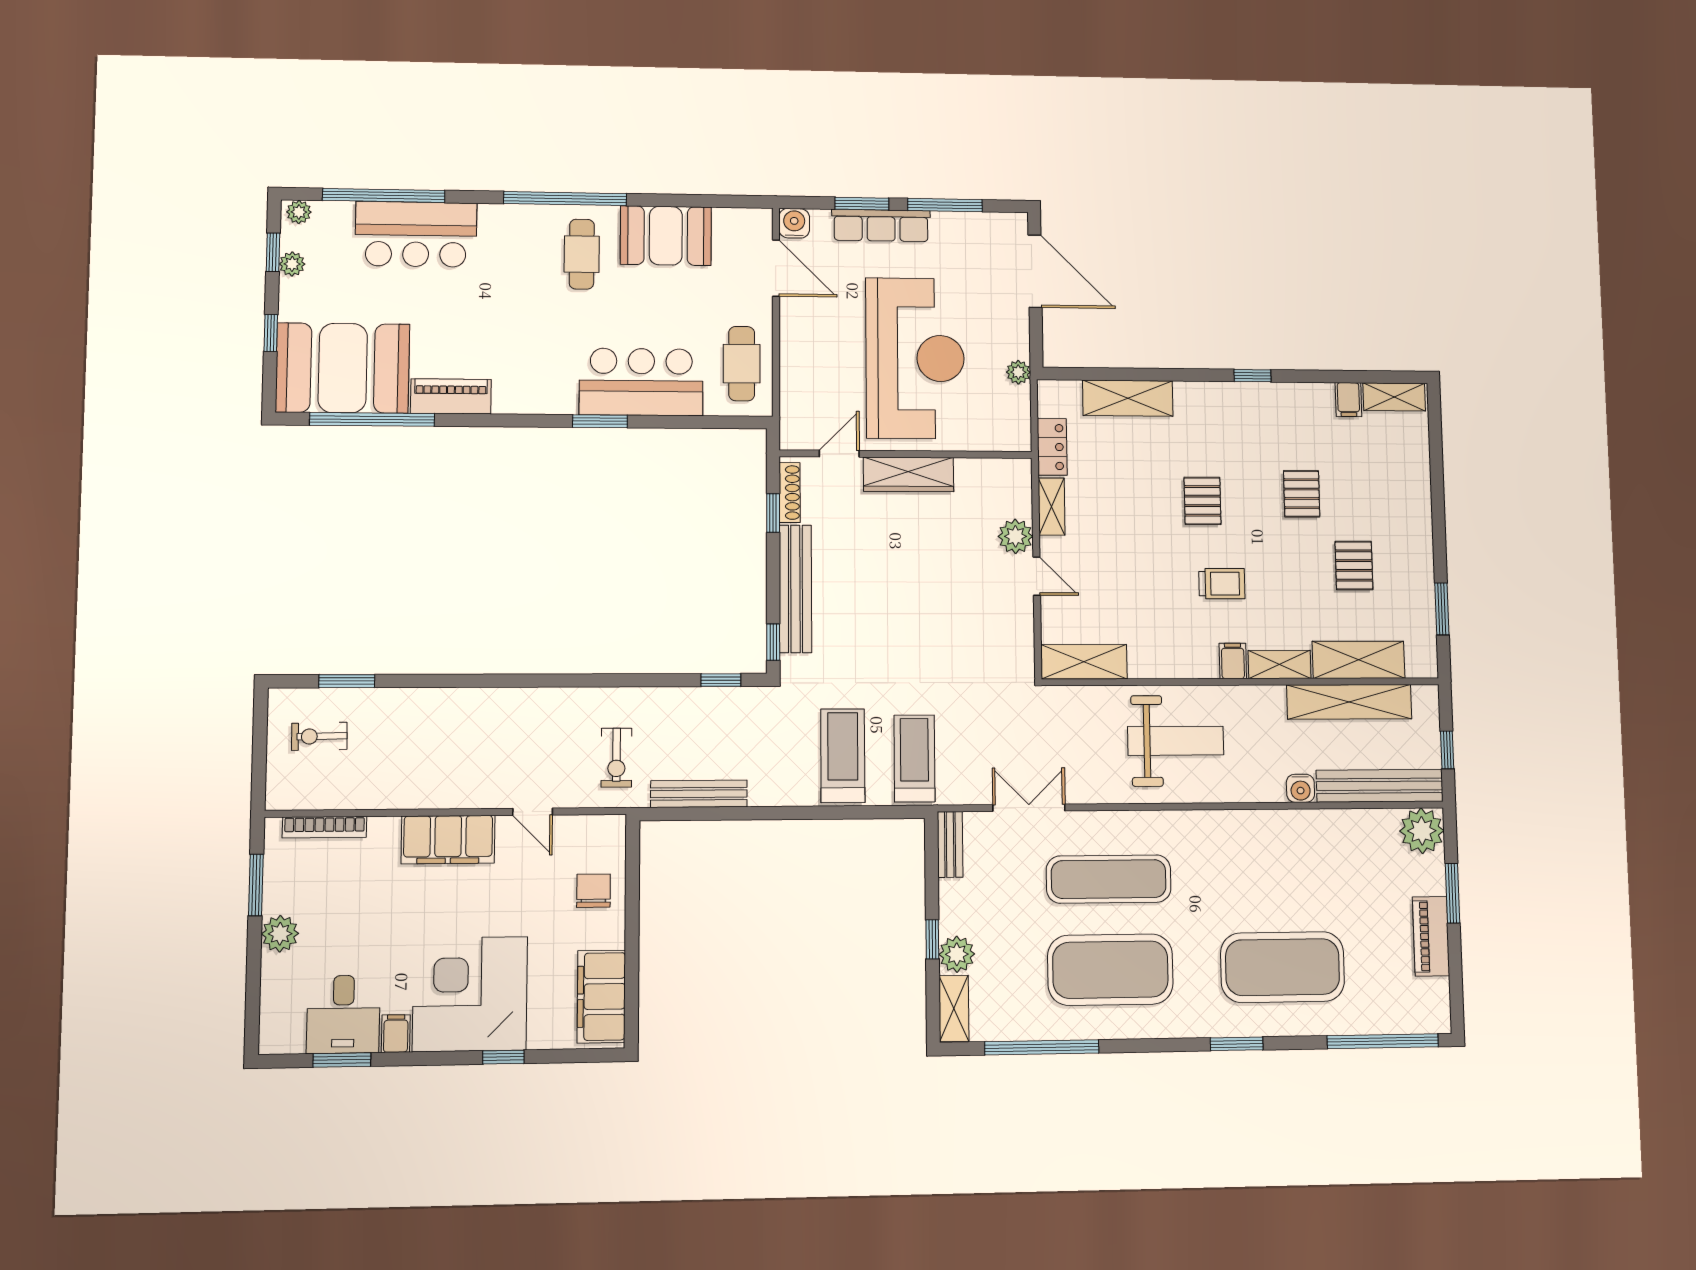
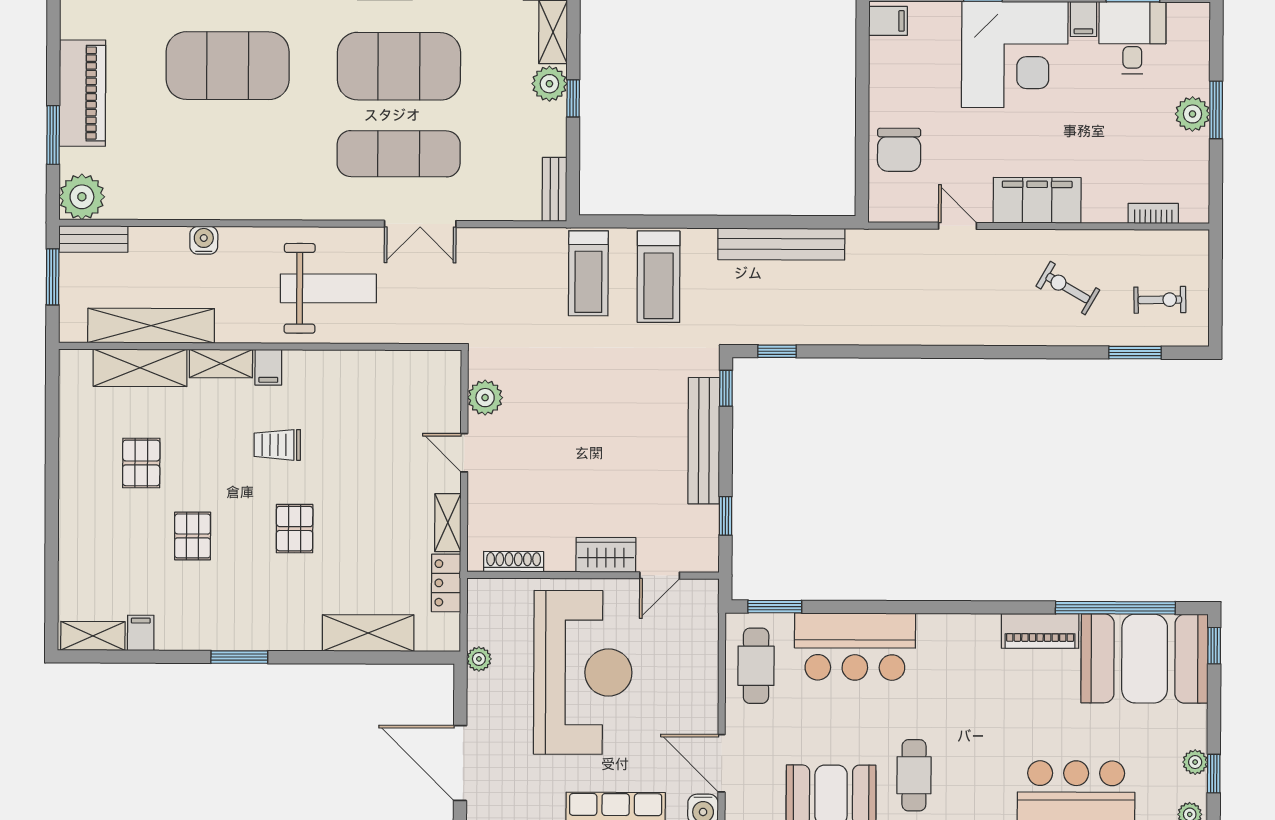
window: (271, 333) -> (1214, 646), moved
reception desk: (915, 358) -> (583, 672), turned 180
window: (1253, 376) -> (239, 657), width x1.50
window: (600, 421) -> (775, 607), moved
wardrobe: (908, 474) -> (606, 555), width x0.67
shoe rack: (790, 493) -> (514, 562), moved, turned 90
plant: (1015, 536) -> (485, 398), moved
window: (1442, 609) -> (52, 419), removed
shelving: (1084, 662) -> (418, 367), removed
weight bench: (1176, 741) -> (328, 288), turned 180
window: (1447, 750) -> (53, 277), width x1.50
exercise bike: (616, 758) -> (1068, 288), moved, turned -60
bench: (1380, 786) -> (93, 239), width x0.54, depth x0.82
bench: (699, 794) -> (781, 244), width x1.37, depth x1.21
double door: (1029, 808) -> (420, 224), moved
bookcase: (324, 827) -> (1153, 213), width x0.64
window: (256, 885) -> (1216, 110), moved
chair: (594, 891) -> (899, 150), width x1.37, depth x1.37
piano: (1431, 936) -> (82, 93), width x1.37, depth x1.33
filing cabinet: (601, 996) -> (888, 21), width x0.33, depth x0.86

